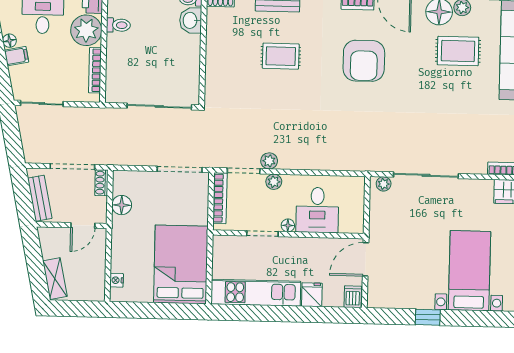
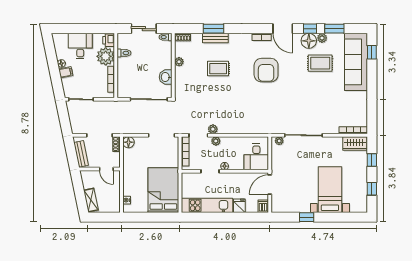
washbasin: (191, 20) -> (166, 77), moved
plant: (213, 43) -> (179, 62), added
floor lamp: (122, 205) -> (128, 142), moved
desk: (317, 210) -> (256, 157), moved
door: (83, 225) -> (106, 169), hinge flipped

